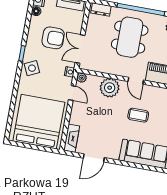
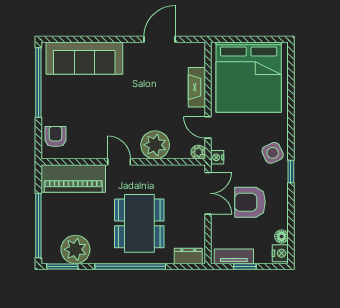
coffee table: (138, 115) -> (106, 113), removed
fireplace: (72, 138) -> (197, 87), moved

